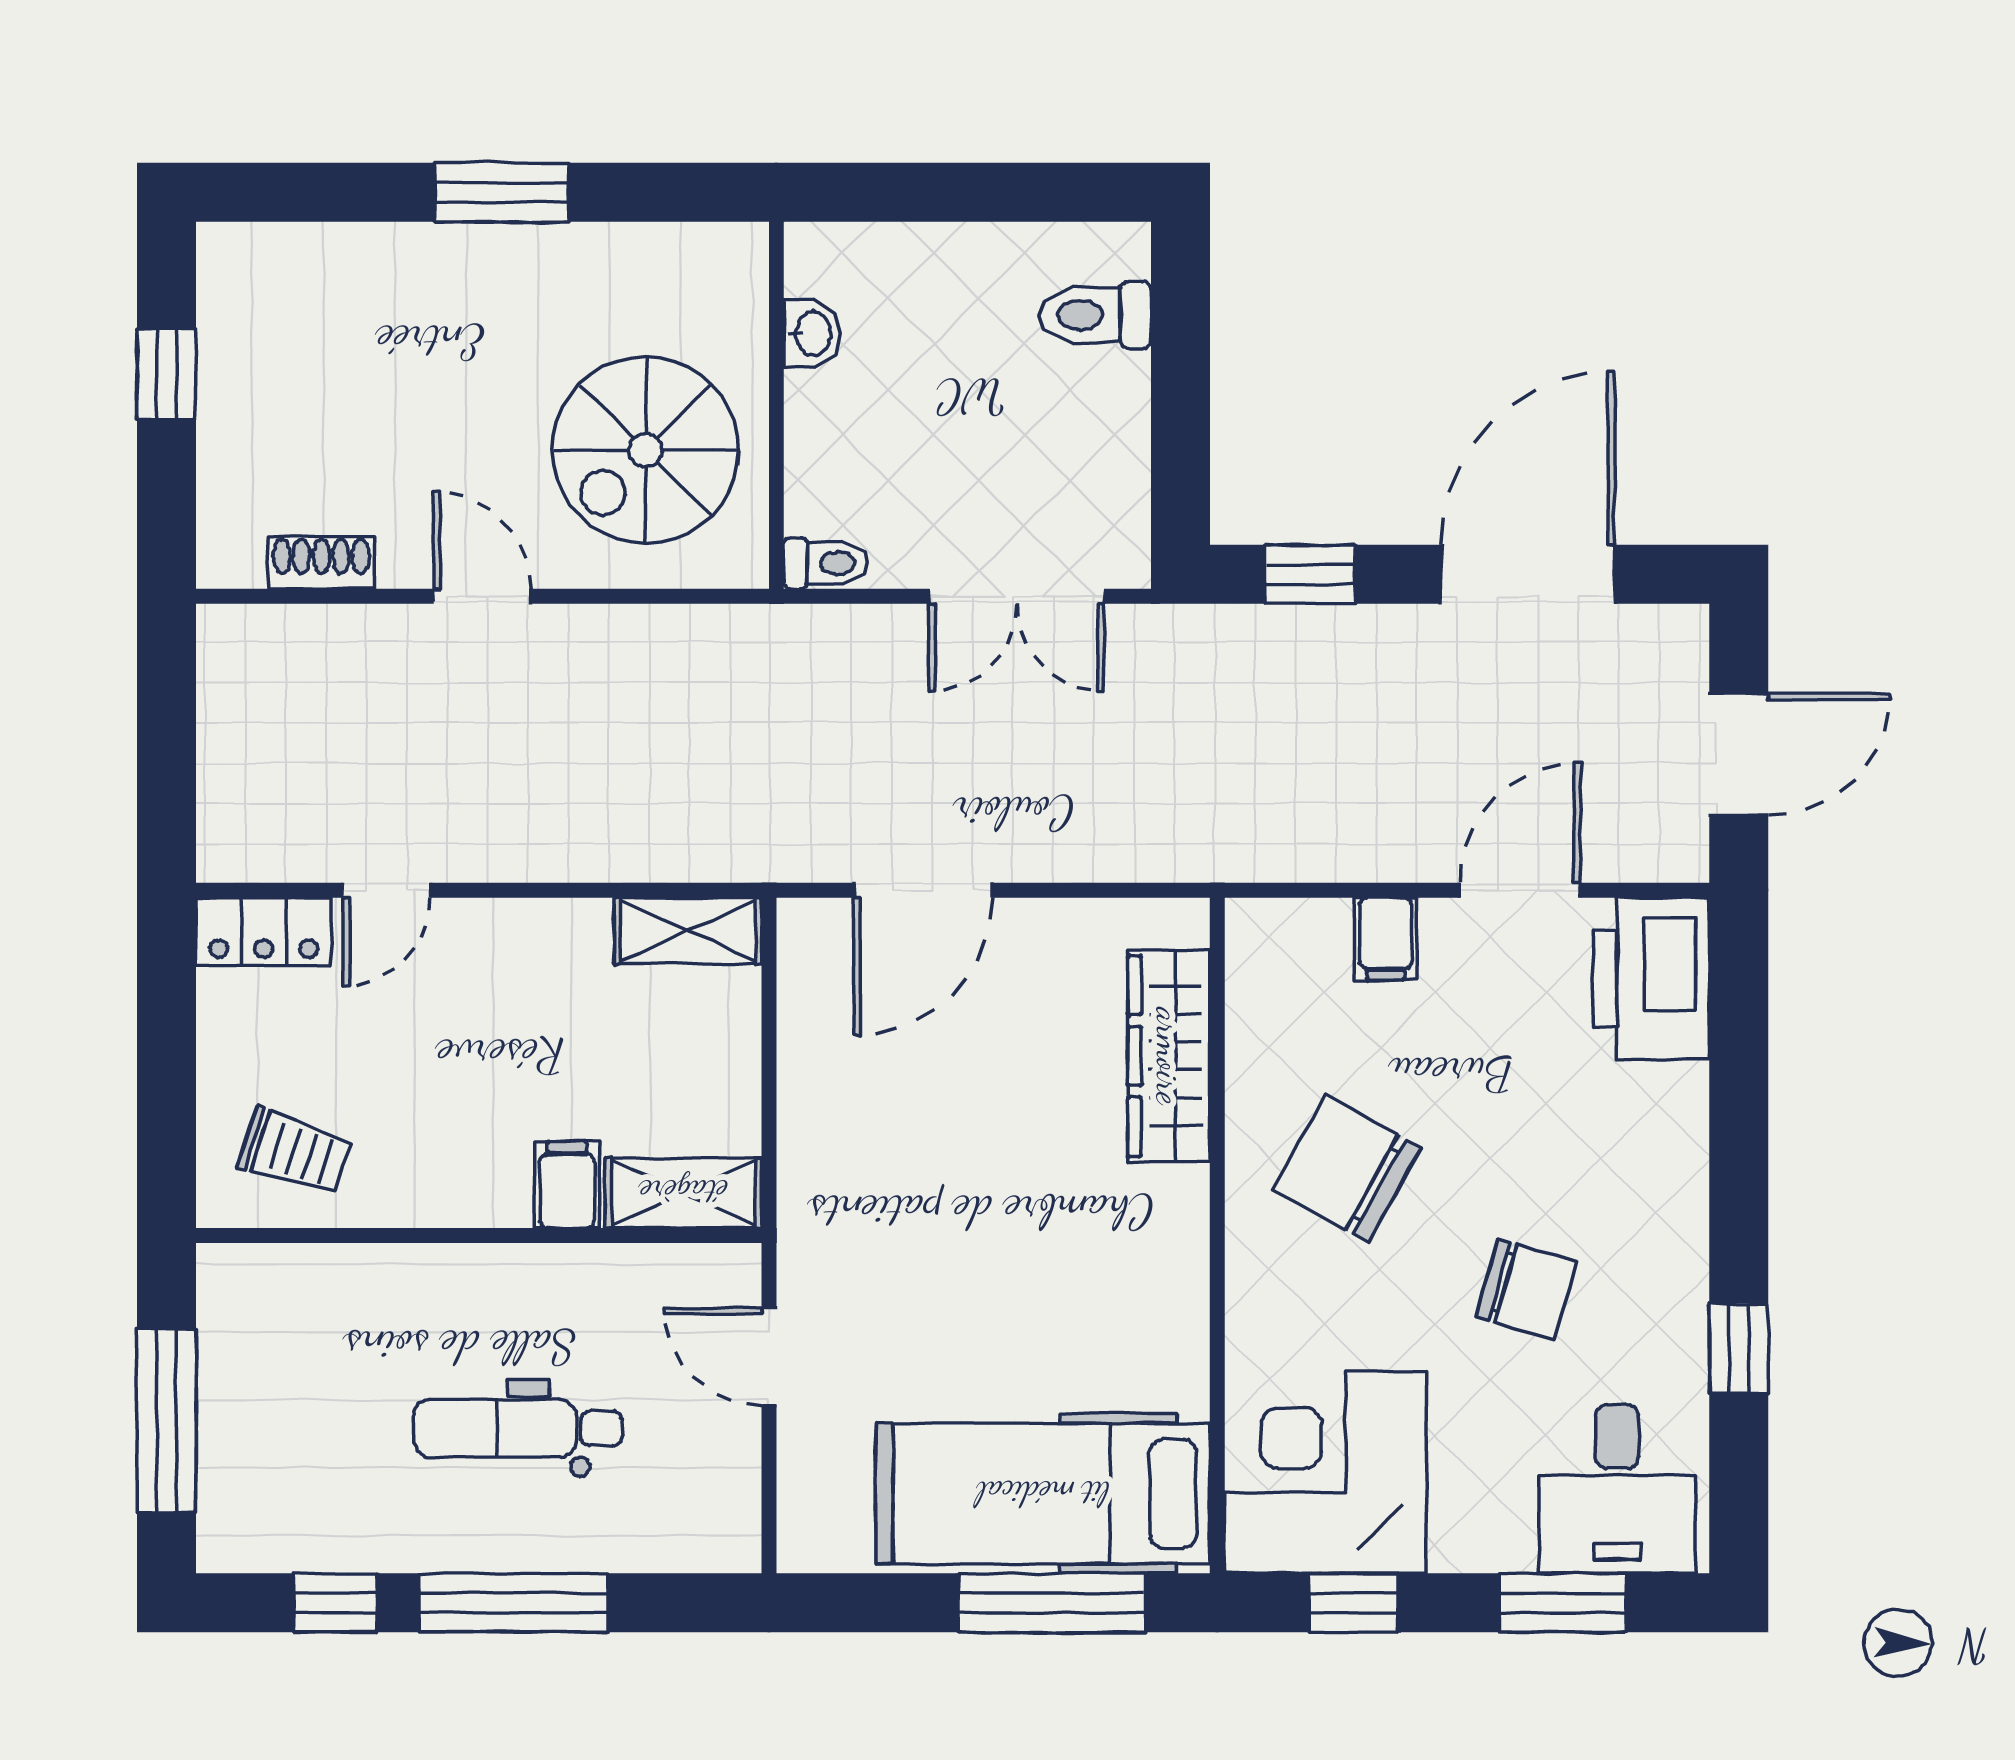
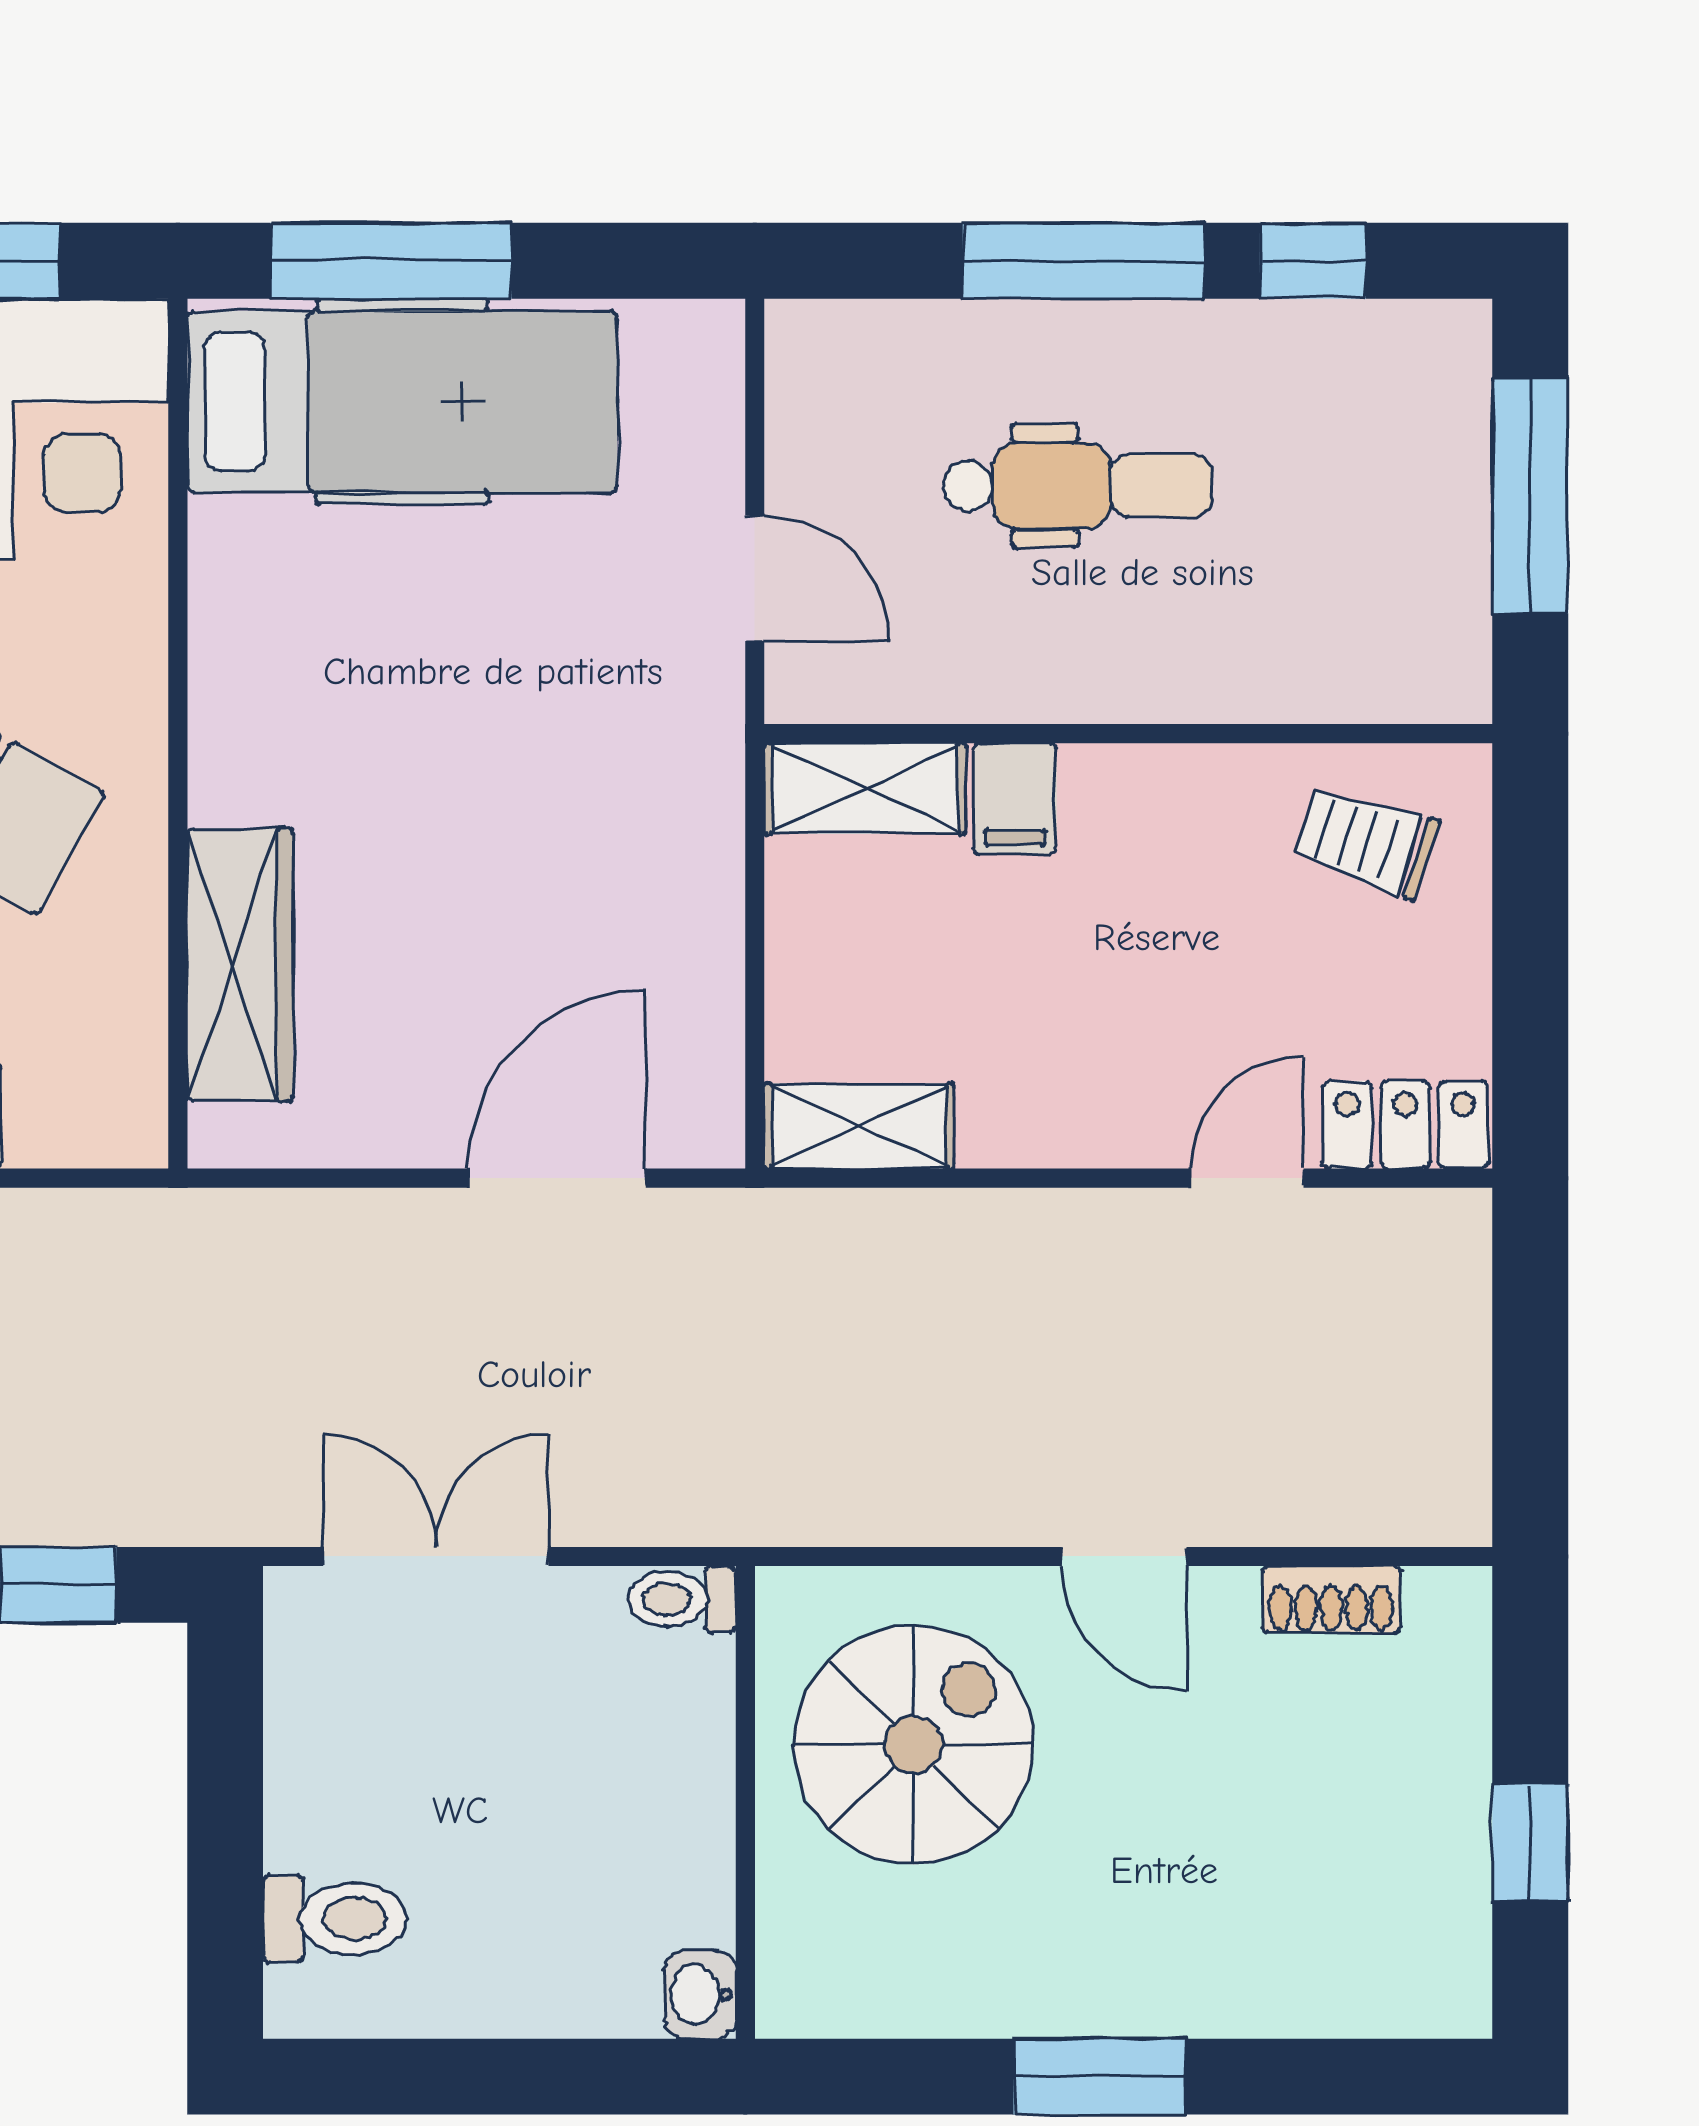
washbasin: (812, 333) -> (700, 1994), moved

